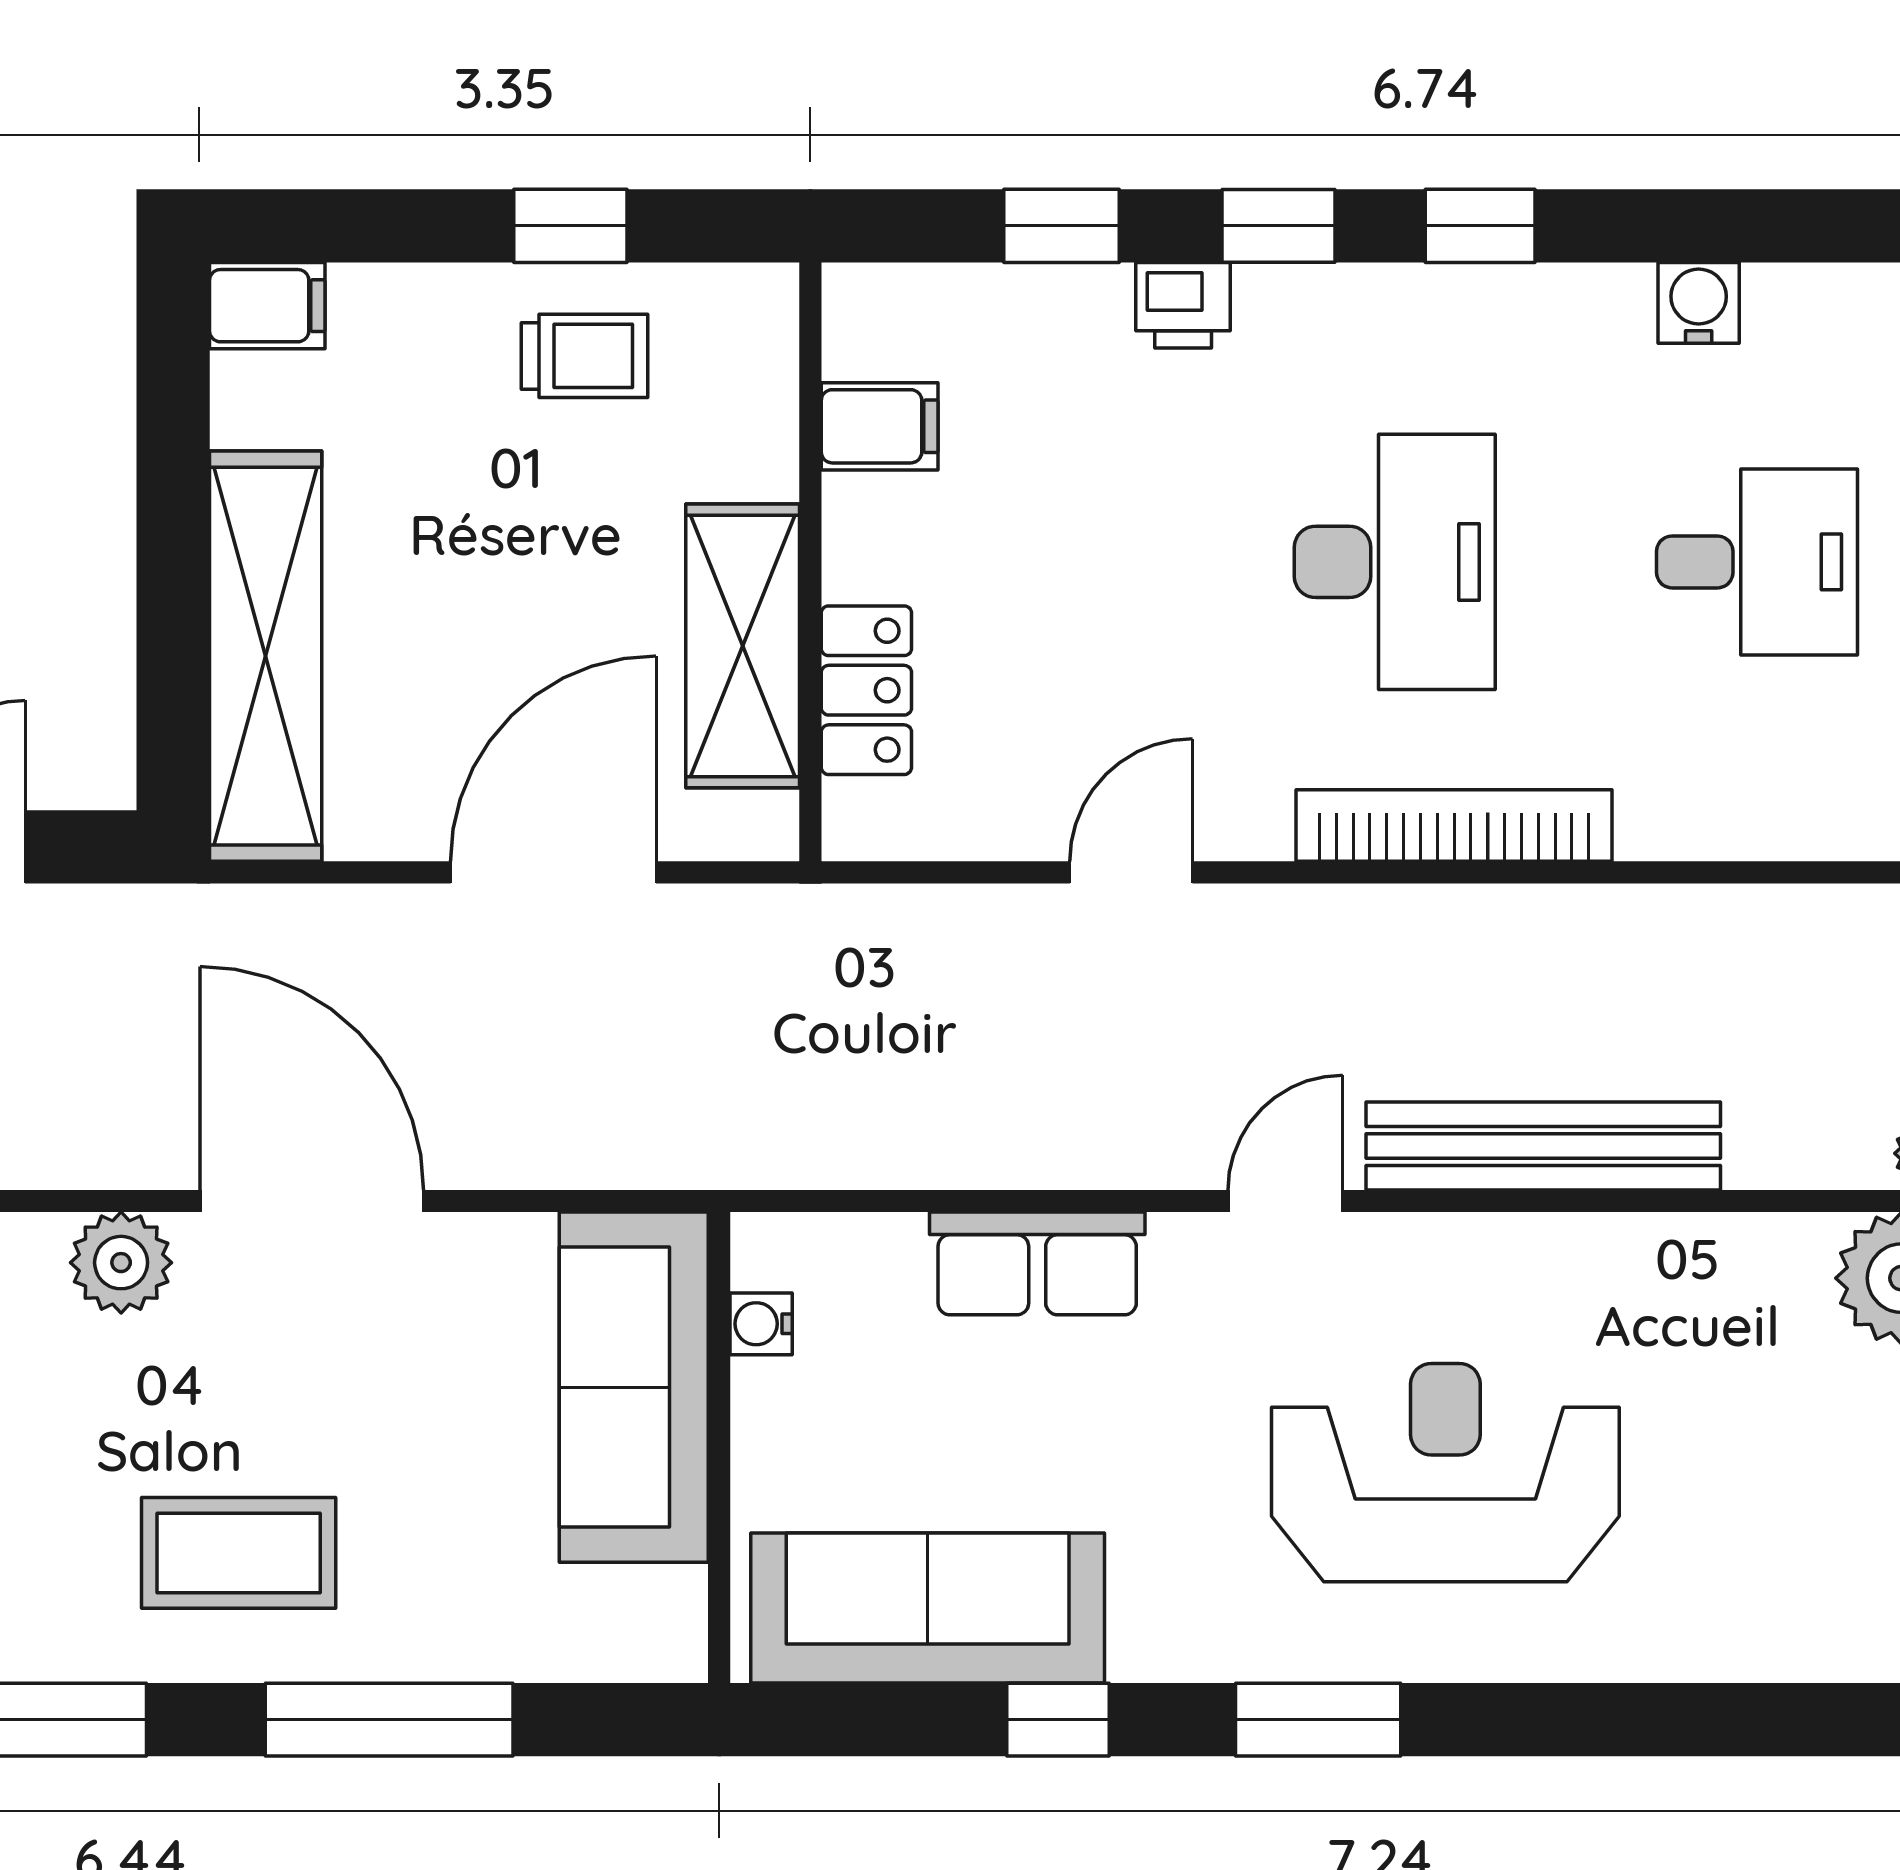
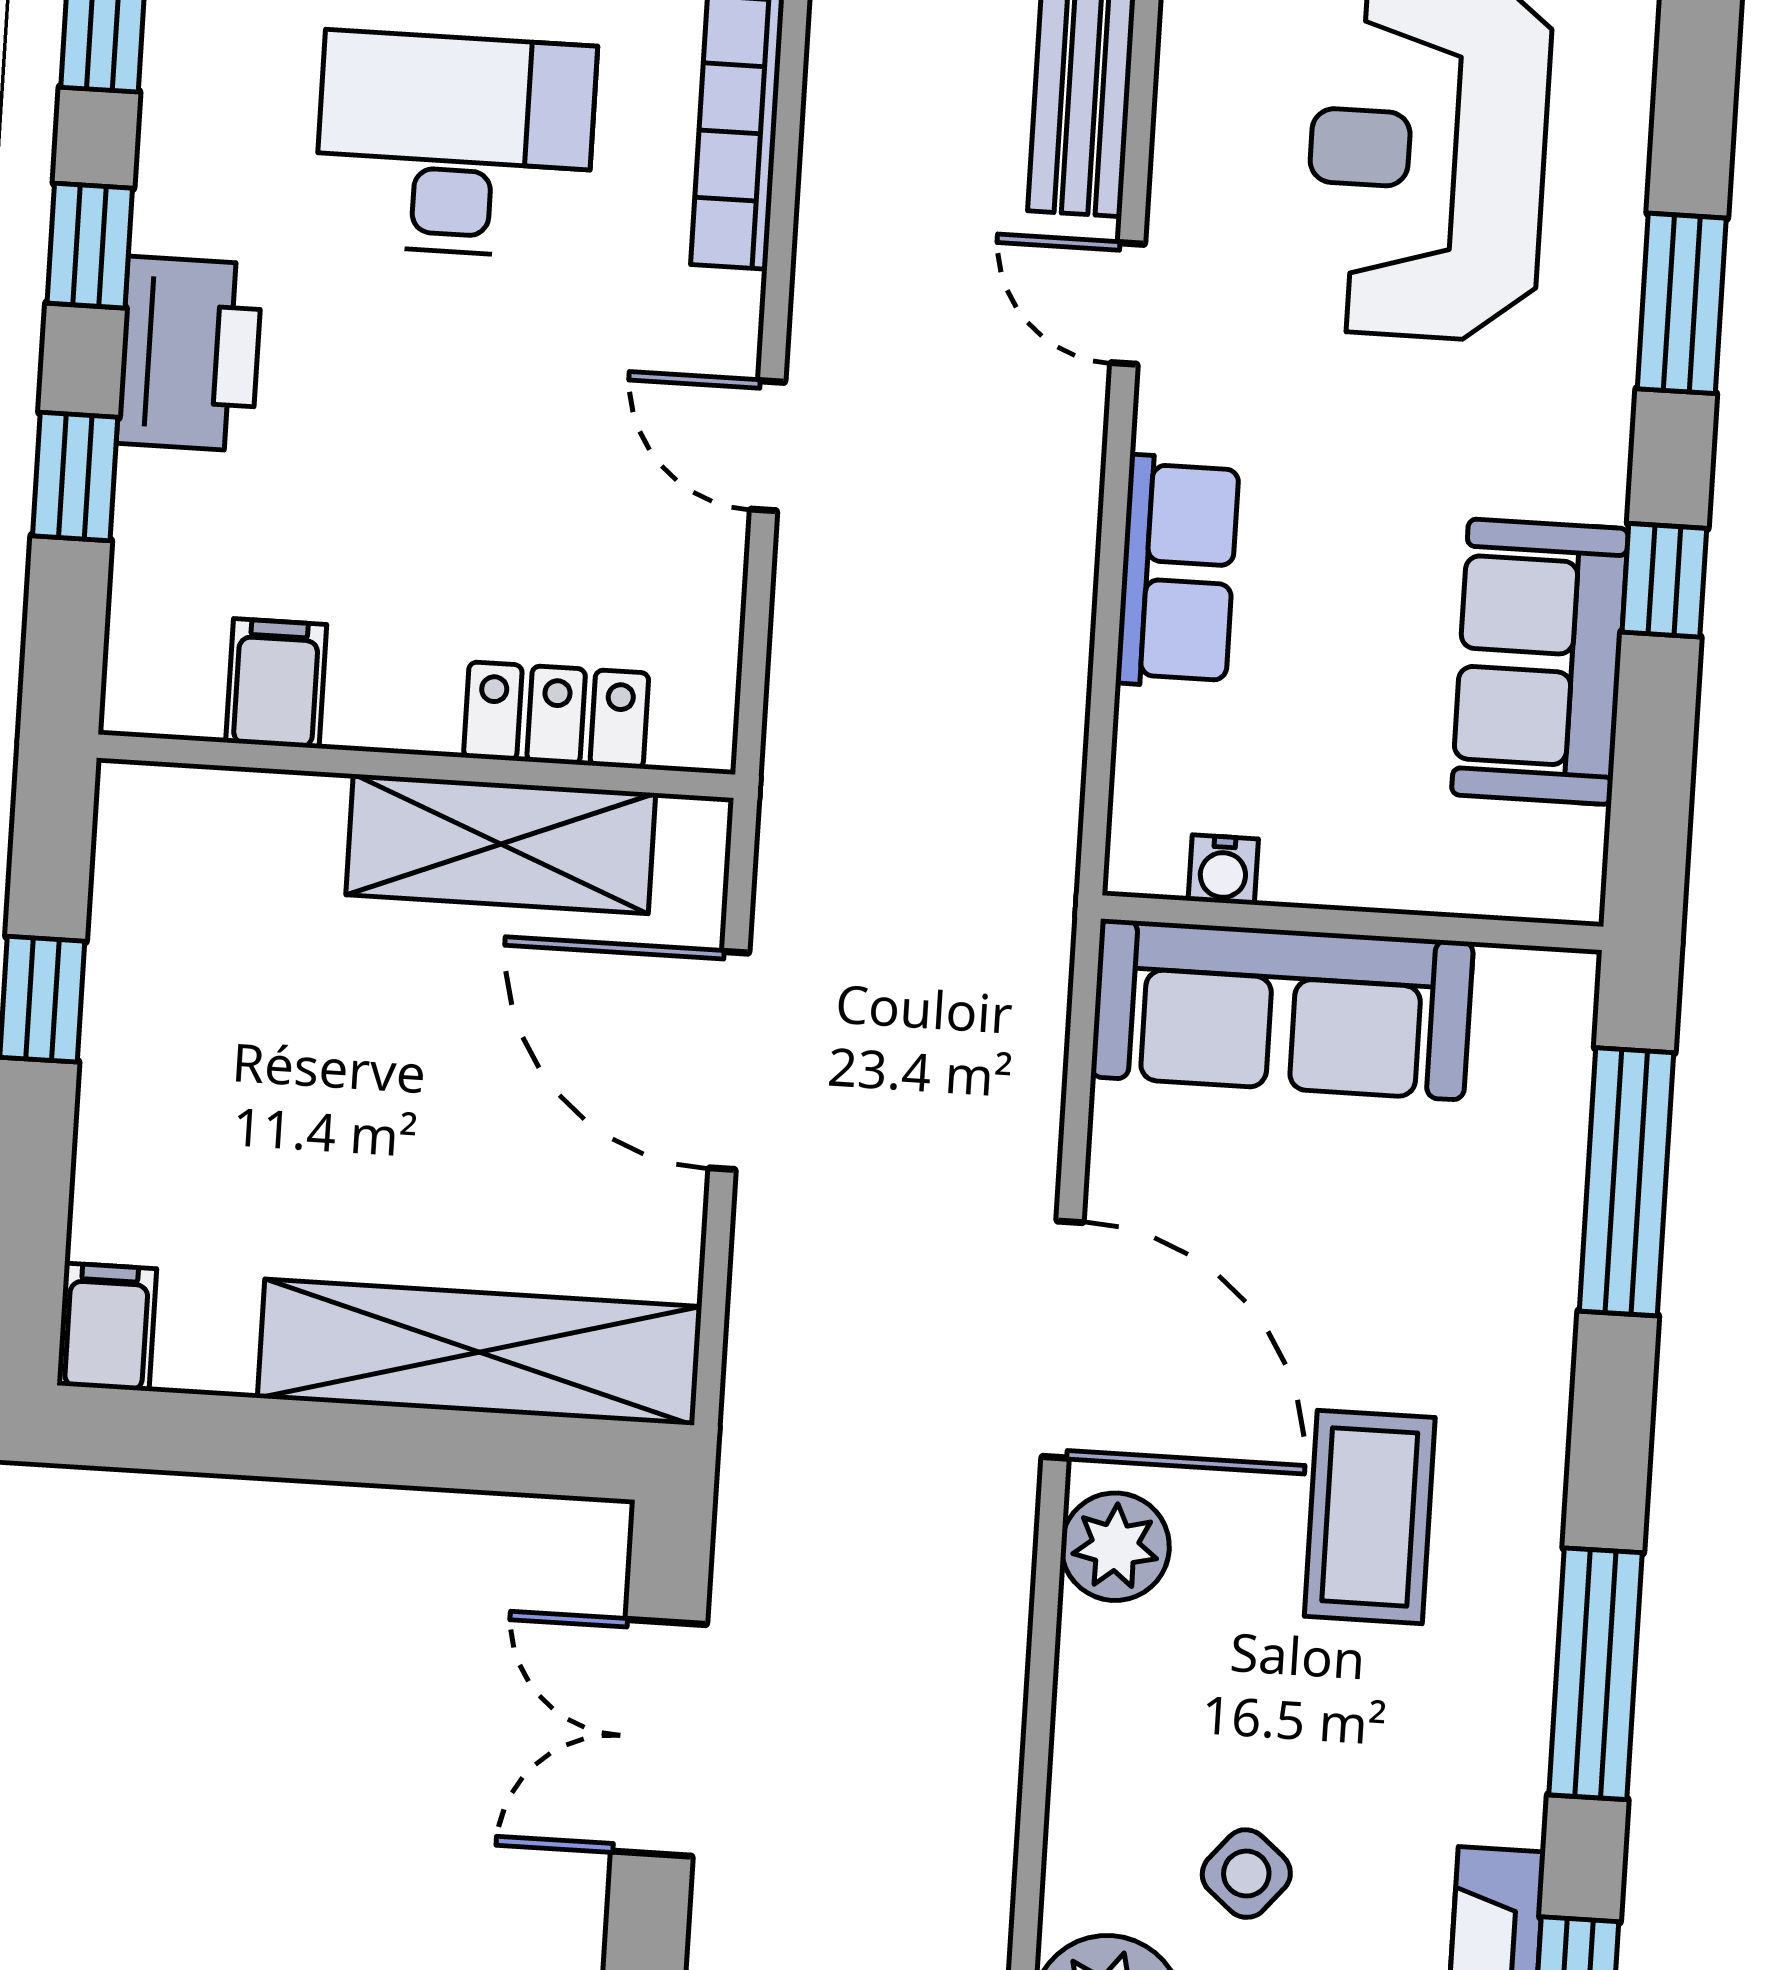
printer: (1183, 305) -> (190, 354), width x1.87, depth x1.48
trolley: (584, 356) -> (182, 993), removed
door: (312, 1201) -> (1063, 1339), swing flipped
coffee table: (239, 1553) -> (1370, 1517), moved
sofa: (928, 1608) -> (1540, 662), width x0.73
window: (389, 1720) -> (1626, 1182), moved

